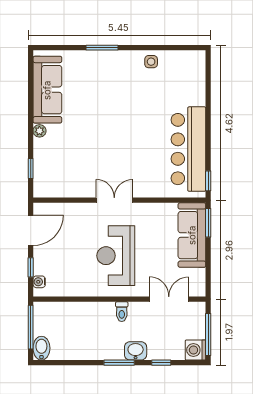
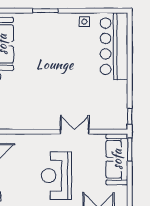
bar counter: (188, 149) -> (114, 46), moved
double door: (114, 200) -> (75, 132), moved

